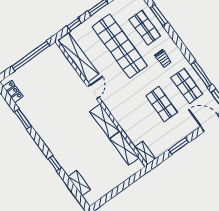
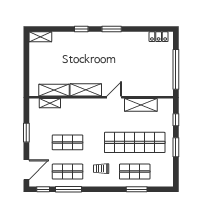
shelving: (78, 58) -> (141, 105), width x0.68
door: (93, 92) -> (114, 97), swing flipped
window: (23, 119) -> (112, 29), moved
shelving: (145, 153) -> (50, 103), moved
shelving: (79, 183) -> (40, 37), moved

